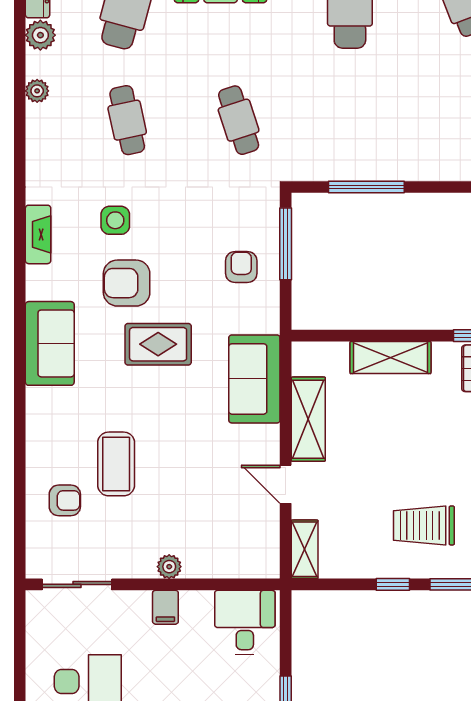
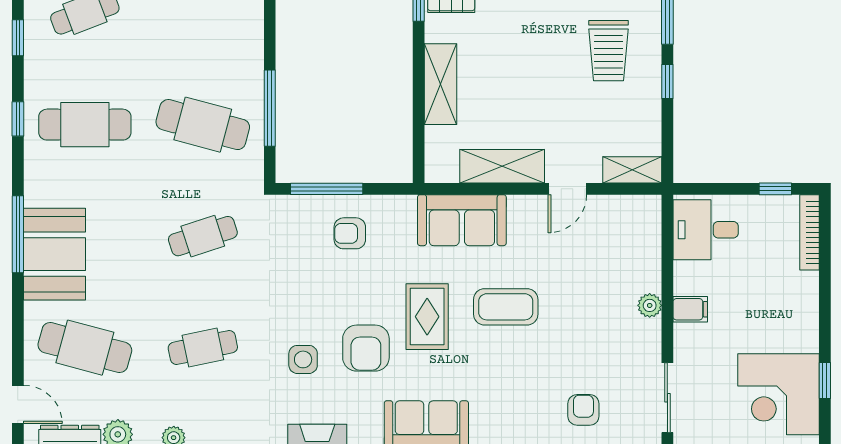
cafe table: (350, 120) -> (203, 125), added
coffee table: (116, 464) -> (506, 307), moved

